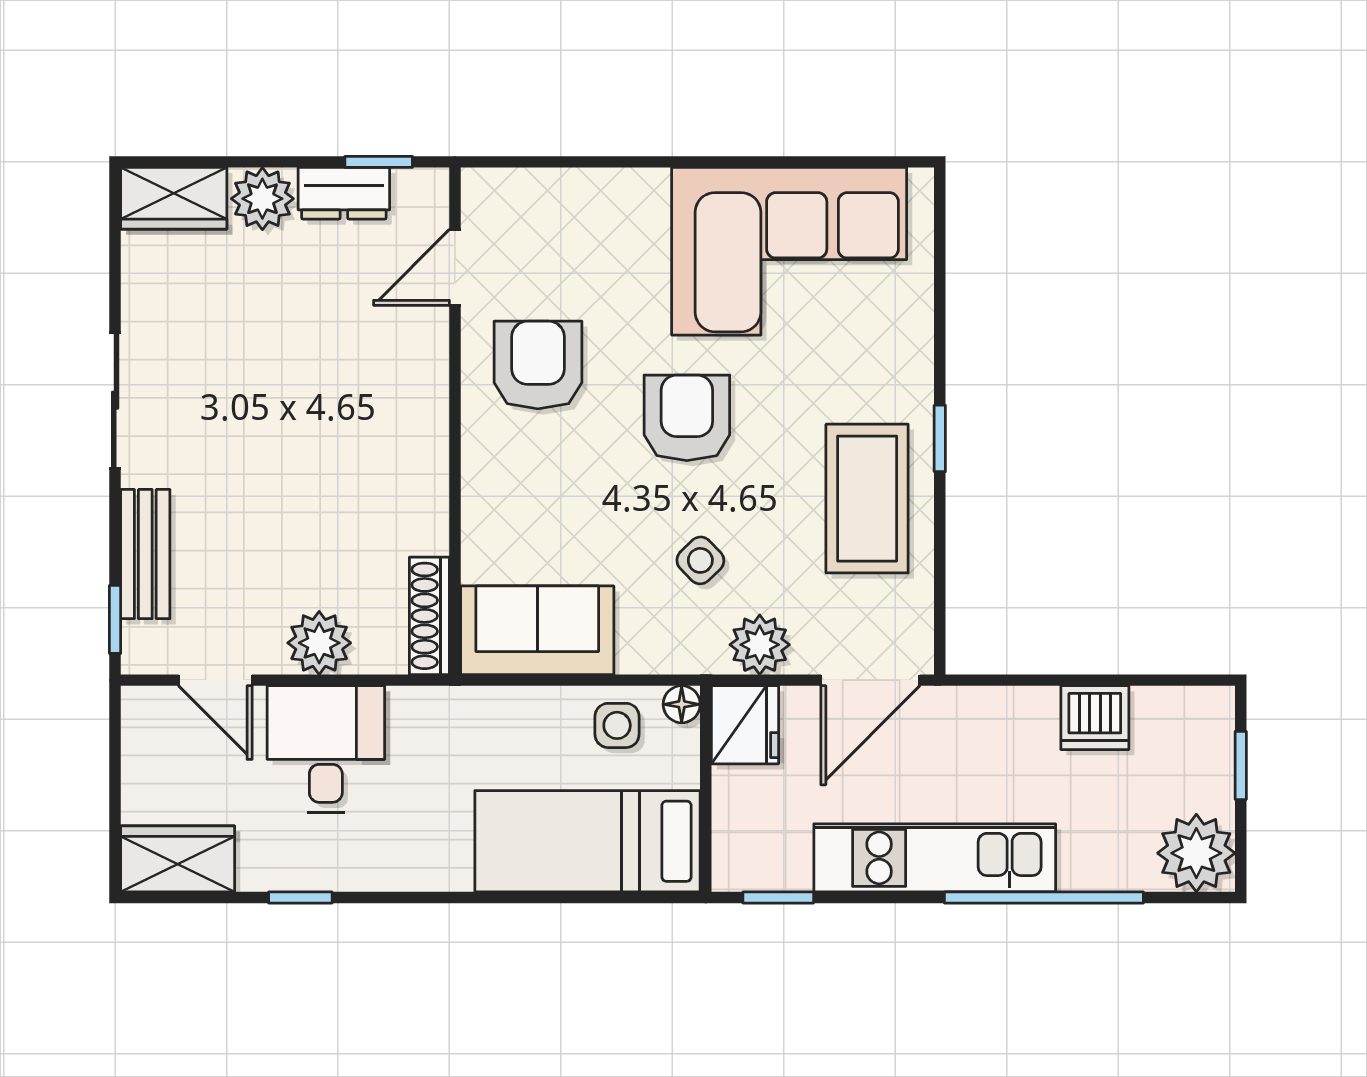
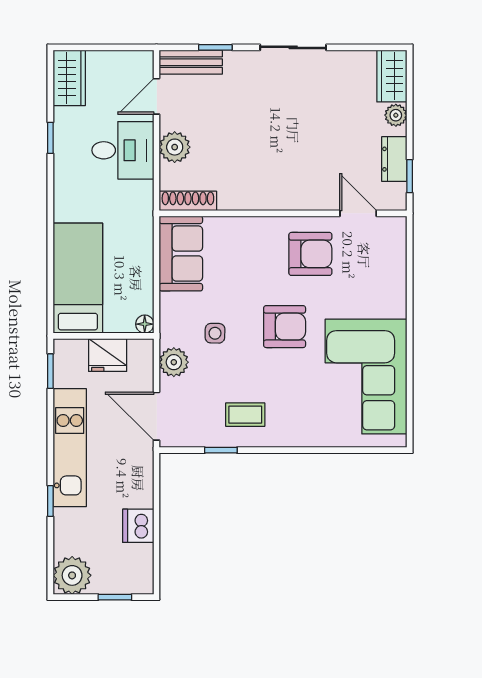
plant: (262, 199) -> (396, 115), width x0.73, depth x0.73
window: (940, 438) -> (221, 450), moved
coffee table: (867, 499) -> (245, 415), width x0.54, depth x0.58
bench: (145, 554) -> (191, 62), moved
side table: (700, 560) -> (215, 333), turned 45
window: (115, 619) -> (215, 47), moved
side table: (617, 725) -> (134, 293), removed
fridge: (745, 725) -> (108, 355), moved
window: (1044, 898) -> (50, 501), width x0.32

